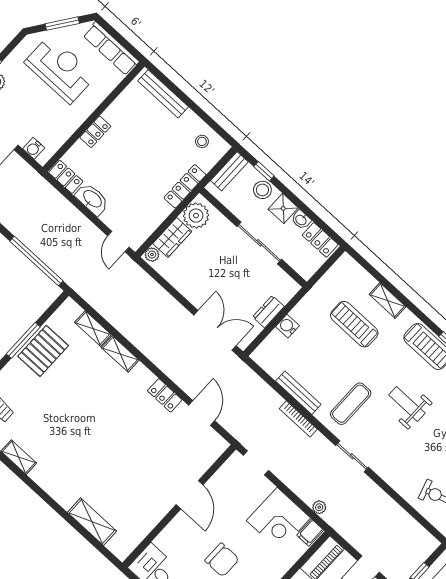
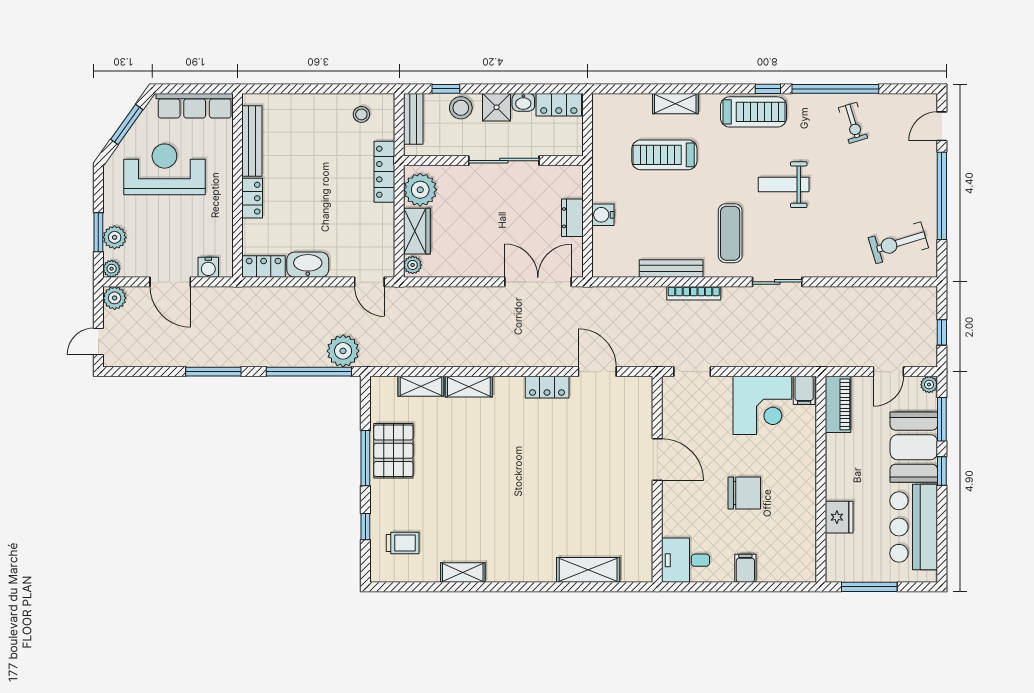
bench: (163, 94) -> (252, 141), moved, turned 90
plant: (319, 507) -> (343, 351), moved, width x1.88, depth x1.88

